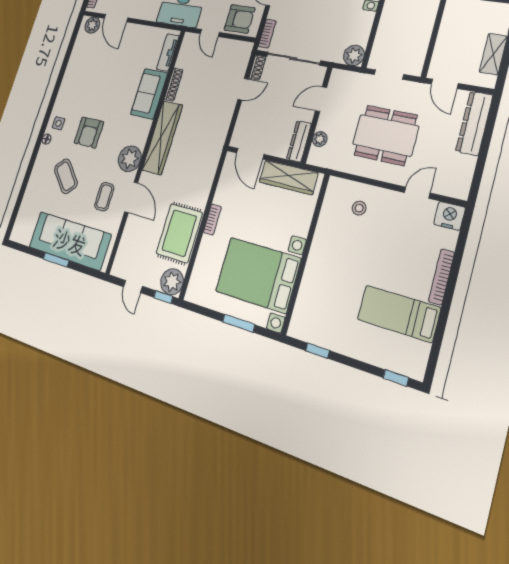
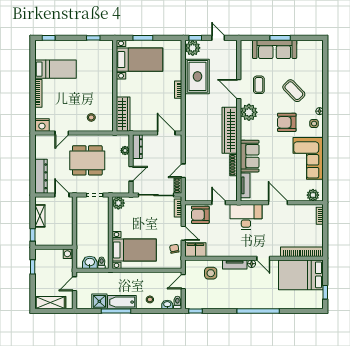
door: (116, 18) -> (278, 203), moved
corner sofa: (81, 76) -> (308, 158), added
armchair: (89, 133) -> (287, 122), turned -90
wardrobe: (288, 177) -> (123, 114), moved, turned 90
sofa: (70, 241) -> (275, 49), width x0.74, depth x0.79
bed with nightstands: (258, 275) -> (140, 60), width x0.73

